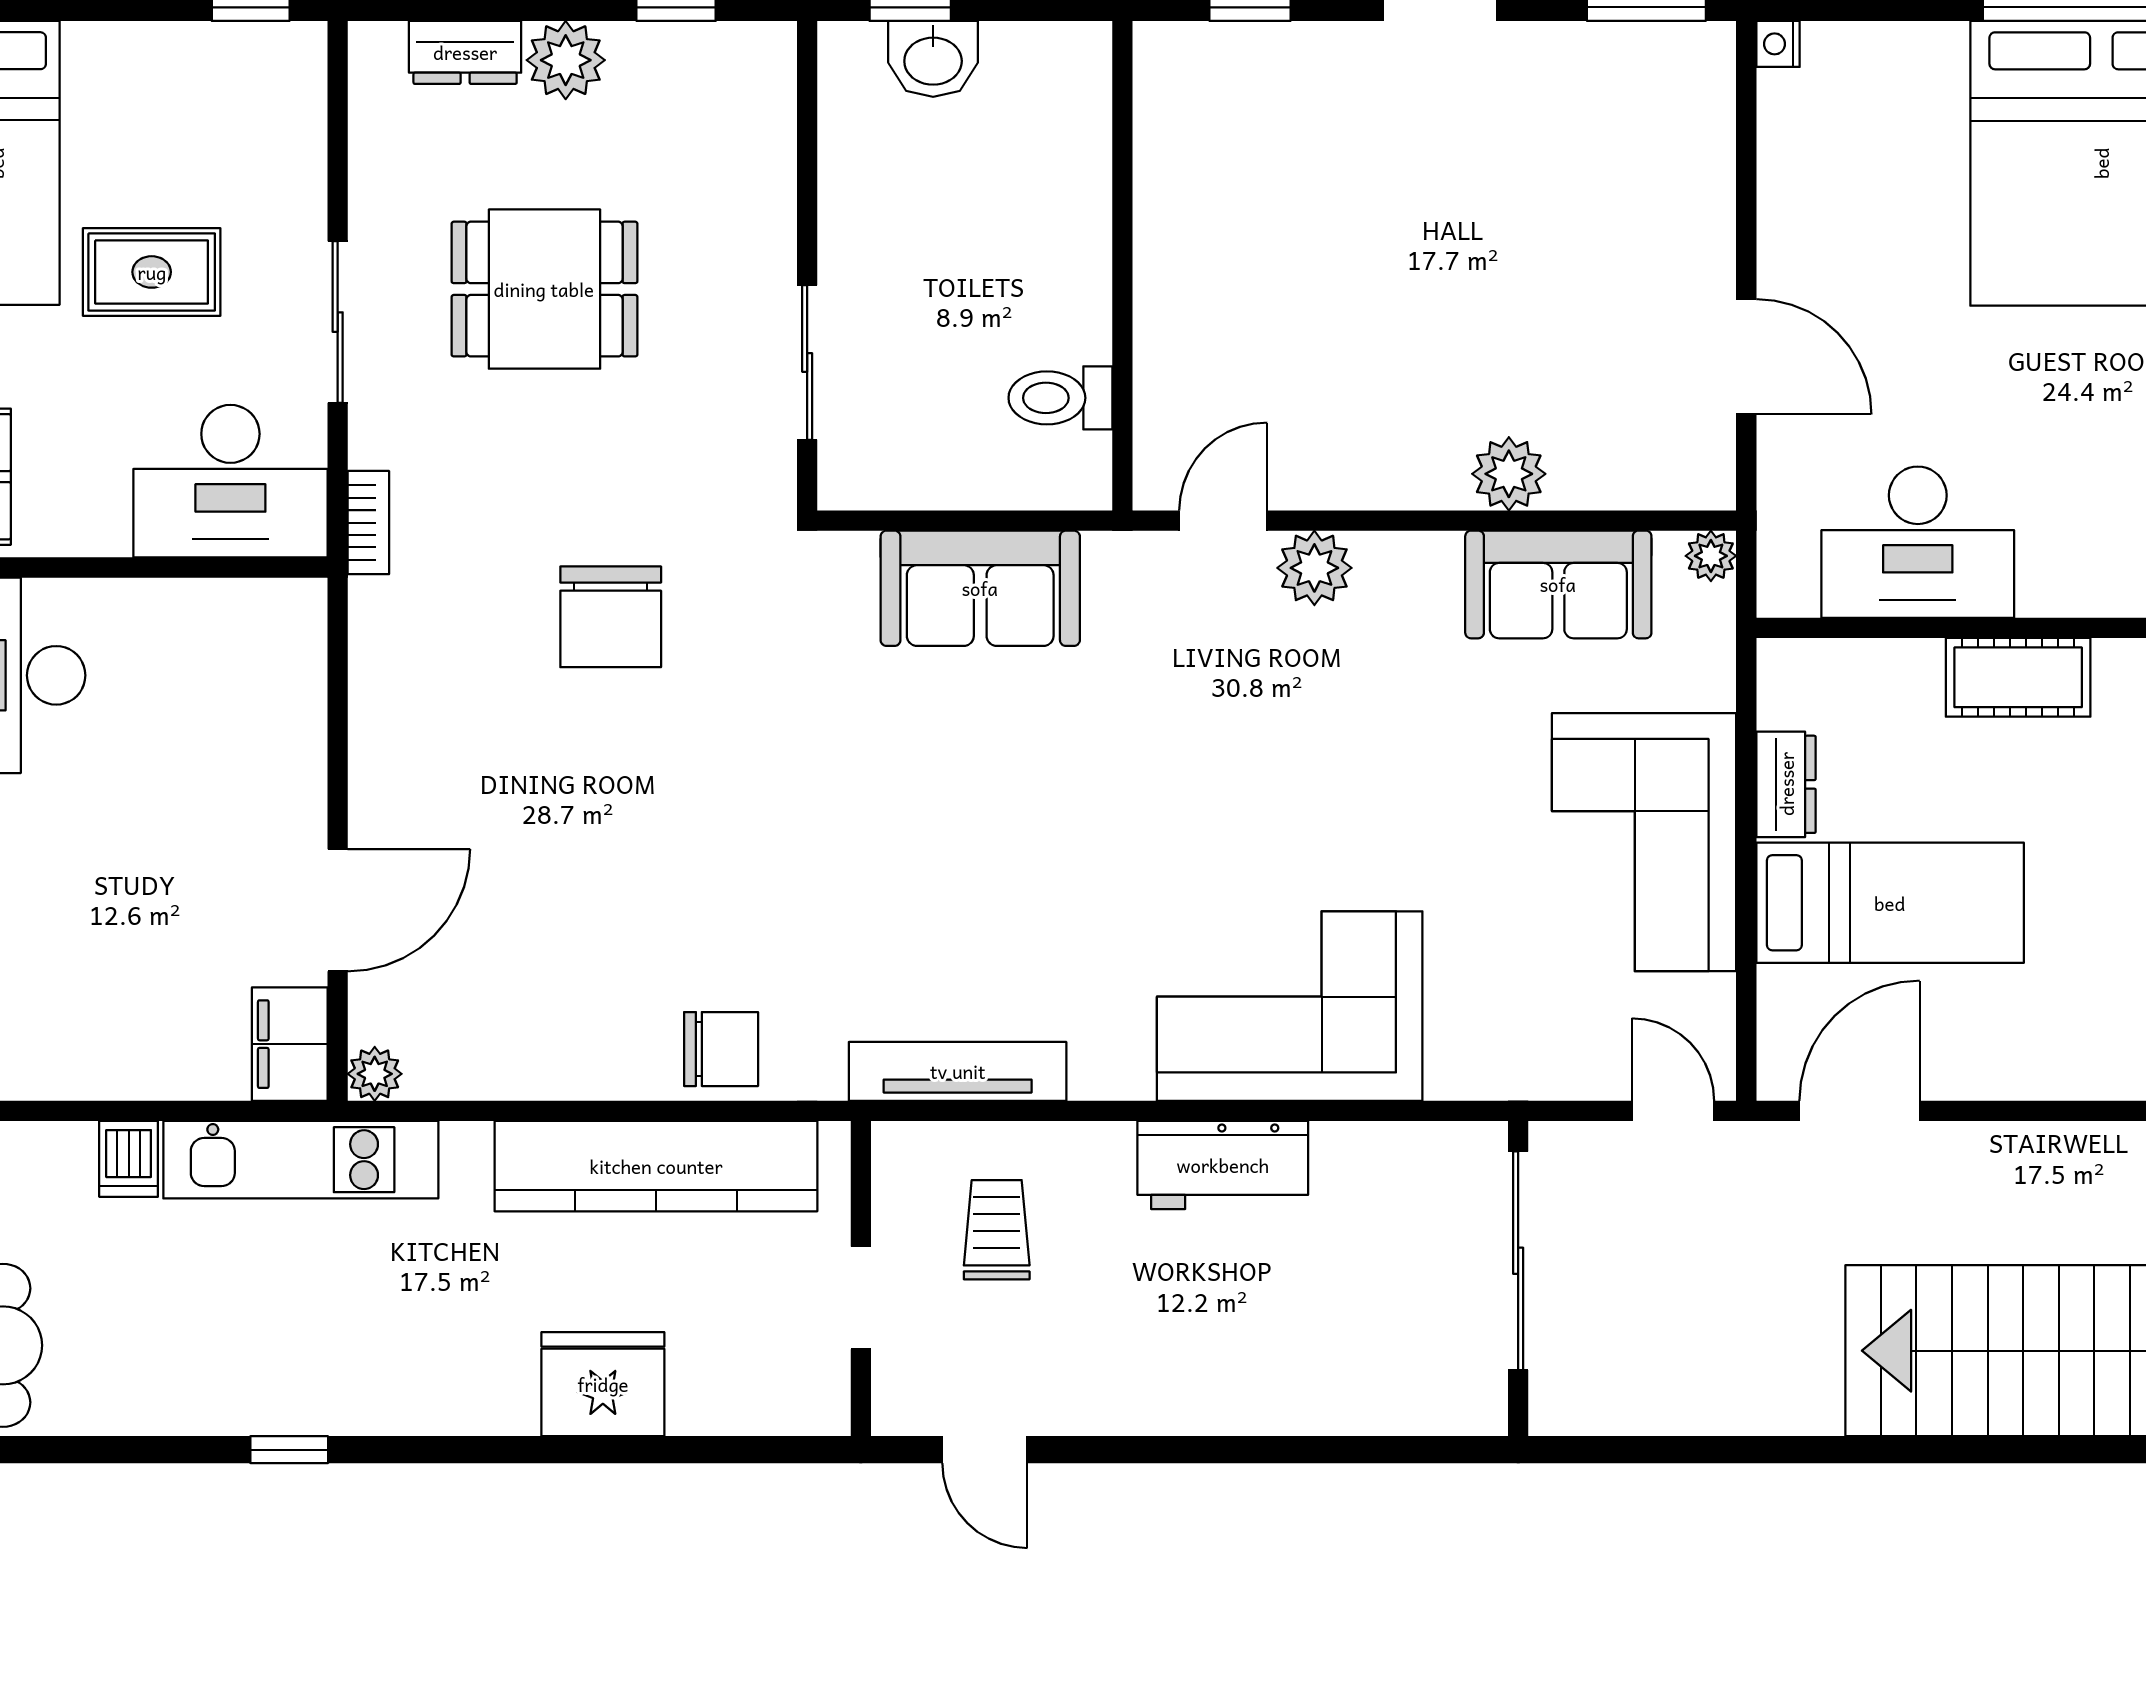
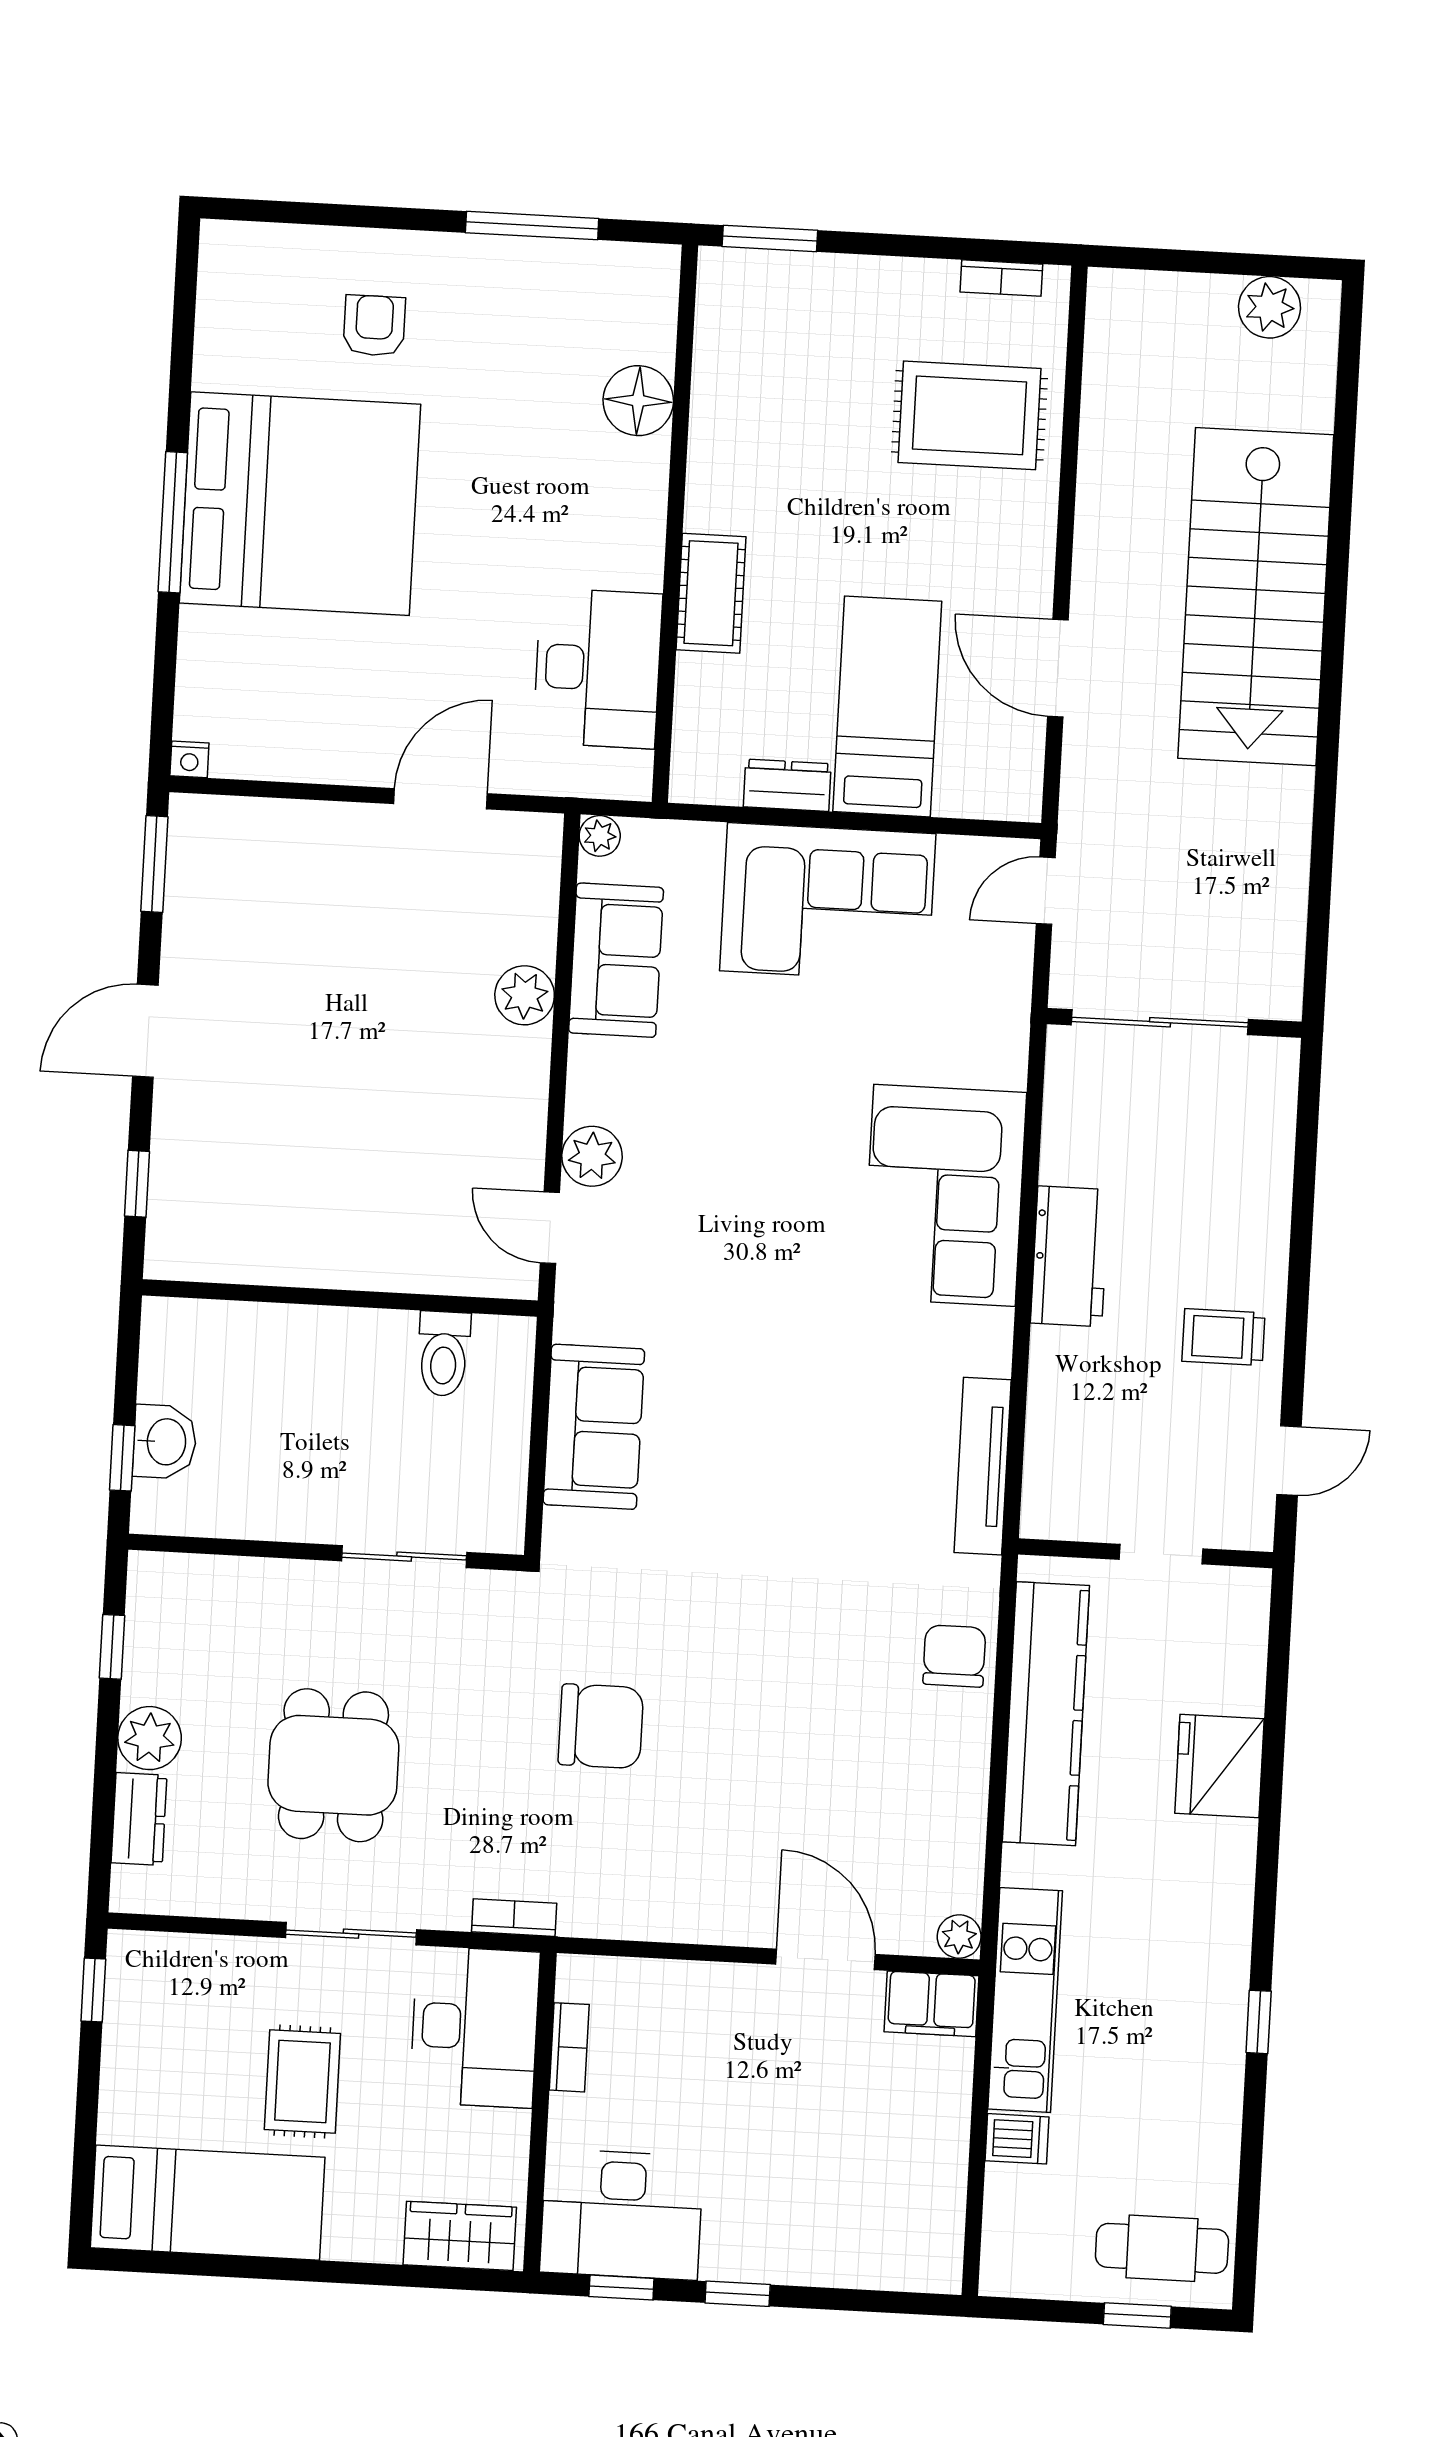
bookcase: (212, 599) -> (569, 2047), added
door: (1860, 1111) -> (1058, 668), moved
trolley: (997, 1230) -> (1223, 1337), moved

